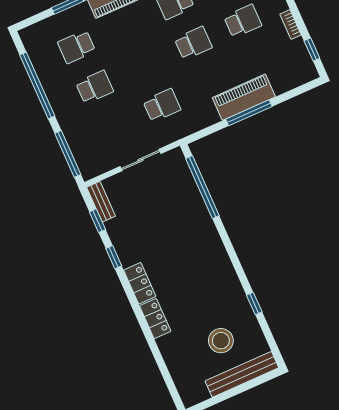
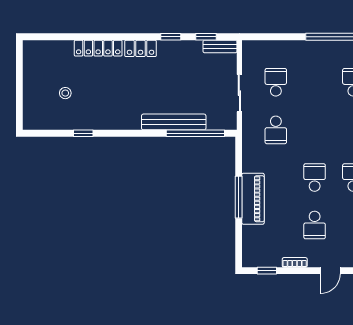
school desk: (193, 43) -> (315, 177), turned 180
school desk: (95, 87) -> (276, 82), moved, turned 180
window: (68, 154) -> (270, 37), removed
locker: (155, 319) -> (98, 48), width x1.53
stool: (221, 341) -> (65, 93), width x0.53, depth x0.53
bench: (242, 374) -> (174, 122), moved, turned 90

